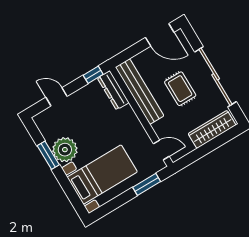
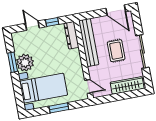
window: (93, 75) -> (52, 22), moved
sliding door: (216, 77) -> (142, 51), width x0.73
window: (147, 184) -> (59, 108), moved

